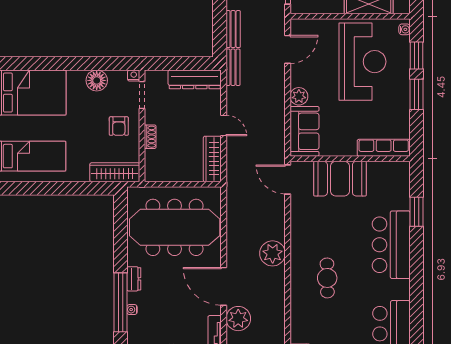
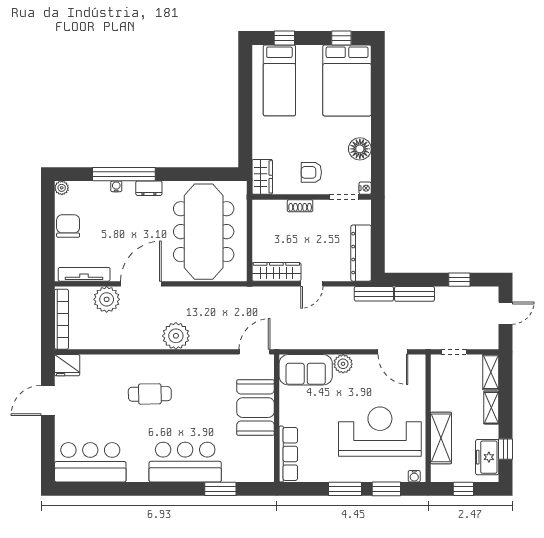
reception desk: (363, 62) -> (380, 432), turned 180
wardrobe: (115, 172) -> (262, 177), width x0.67

